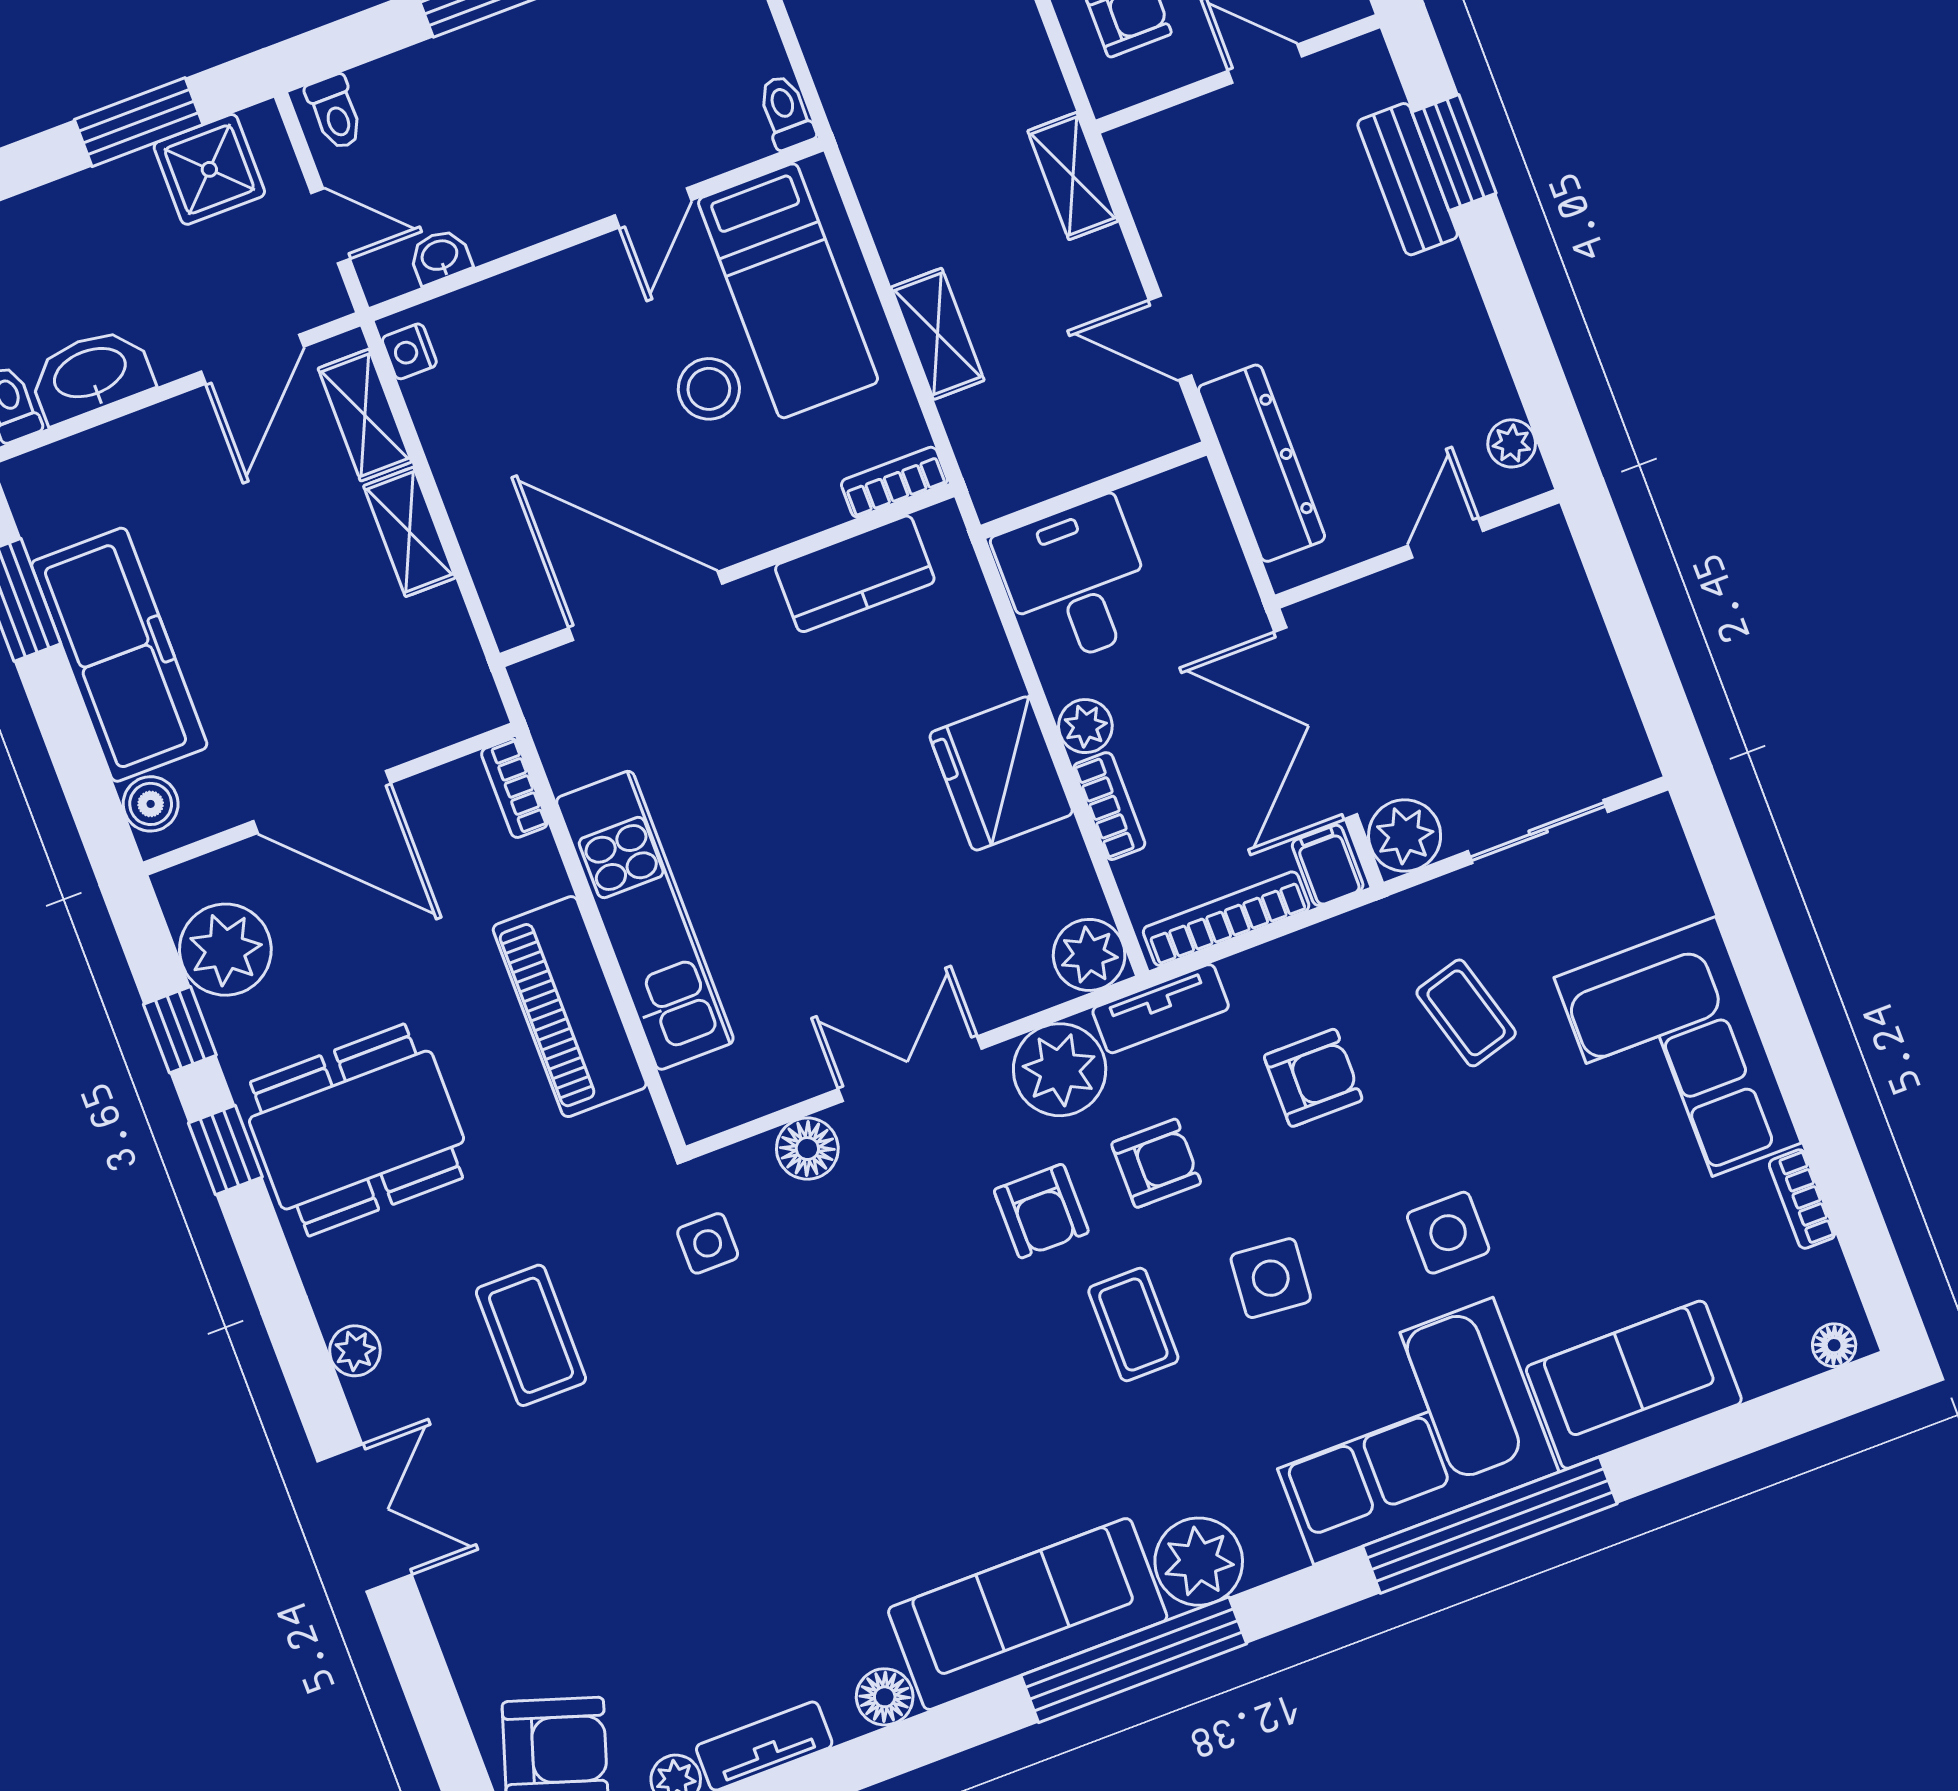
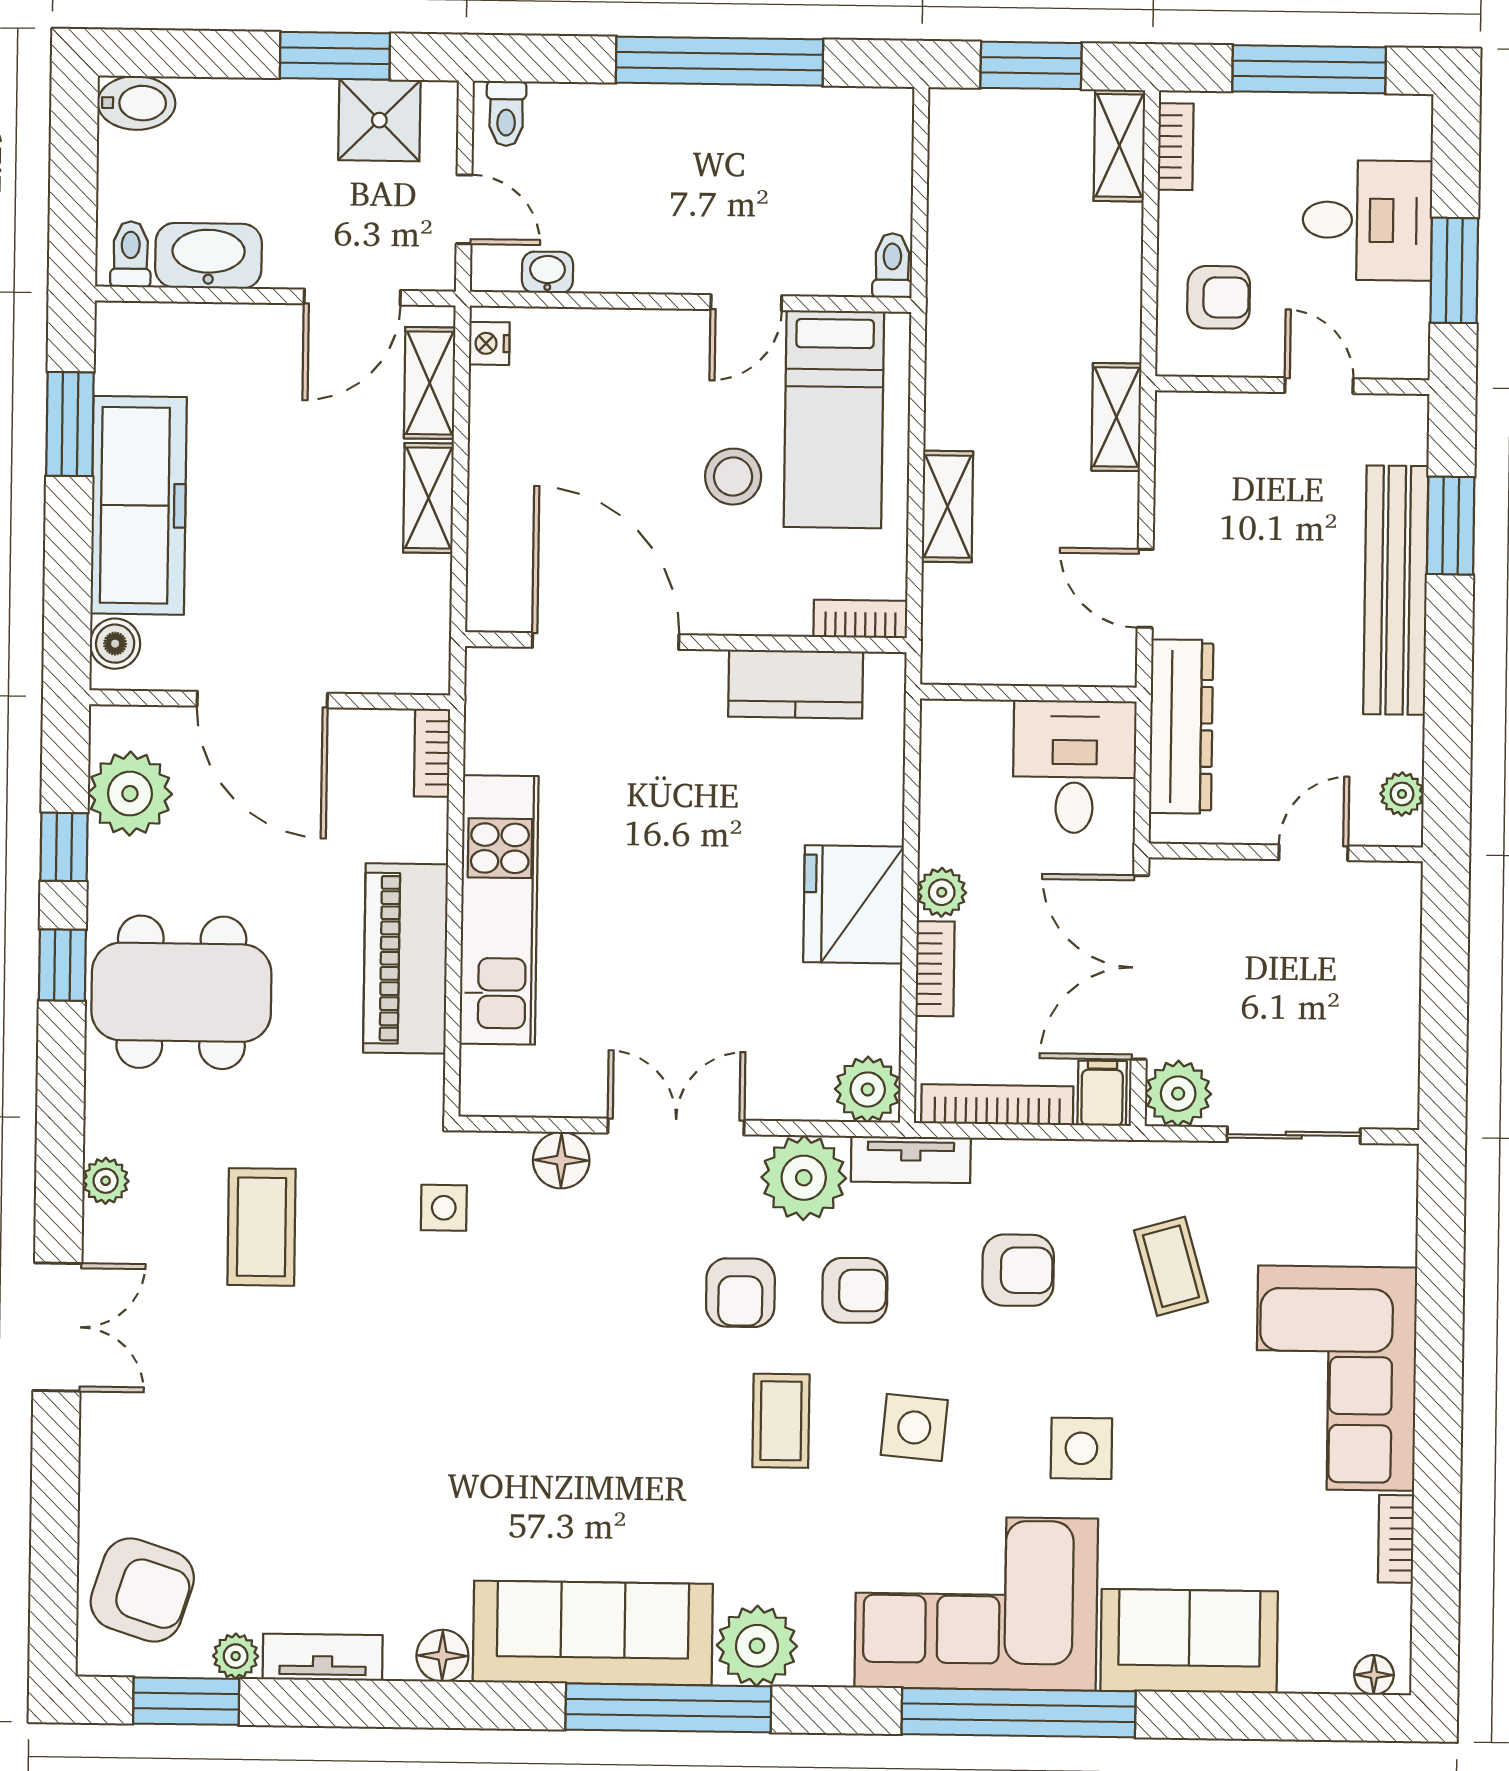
bench: (1408, 179) -> (1396, 590), width x1.86, depth x1.21
desk: (1076, 582) -> (1075, 767), moved

